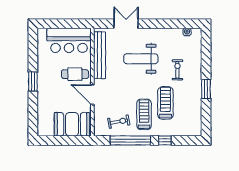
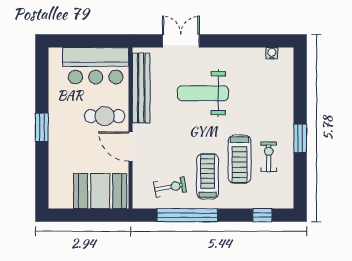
exercise bike: (177, 70) -> (269, 157), moved
treadmill: (165, 103) -> (240, 159), turned 180
window: (165, 140) -> (262, 215), moved

